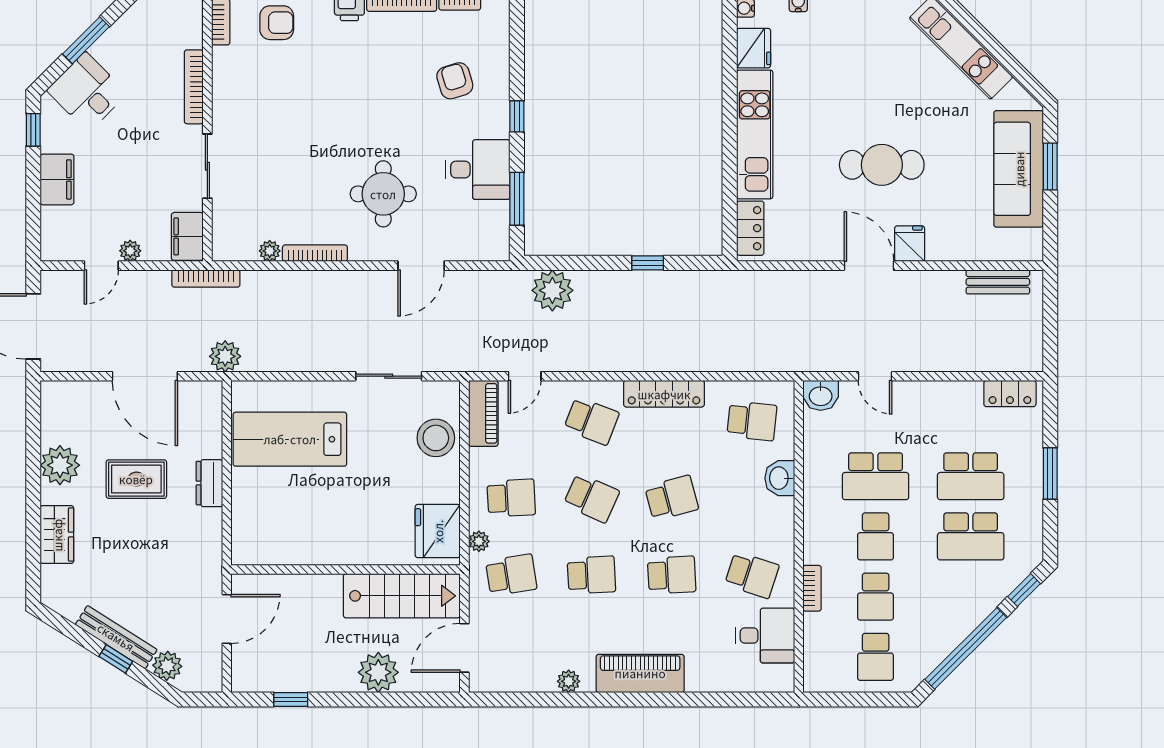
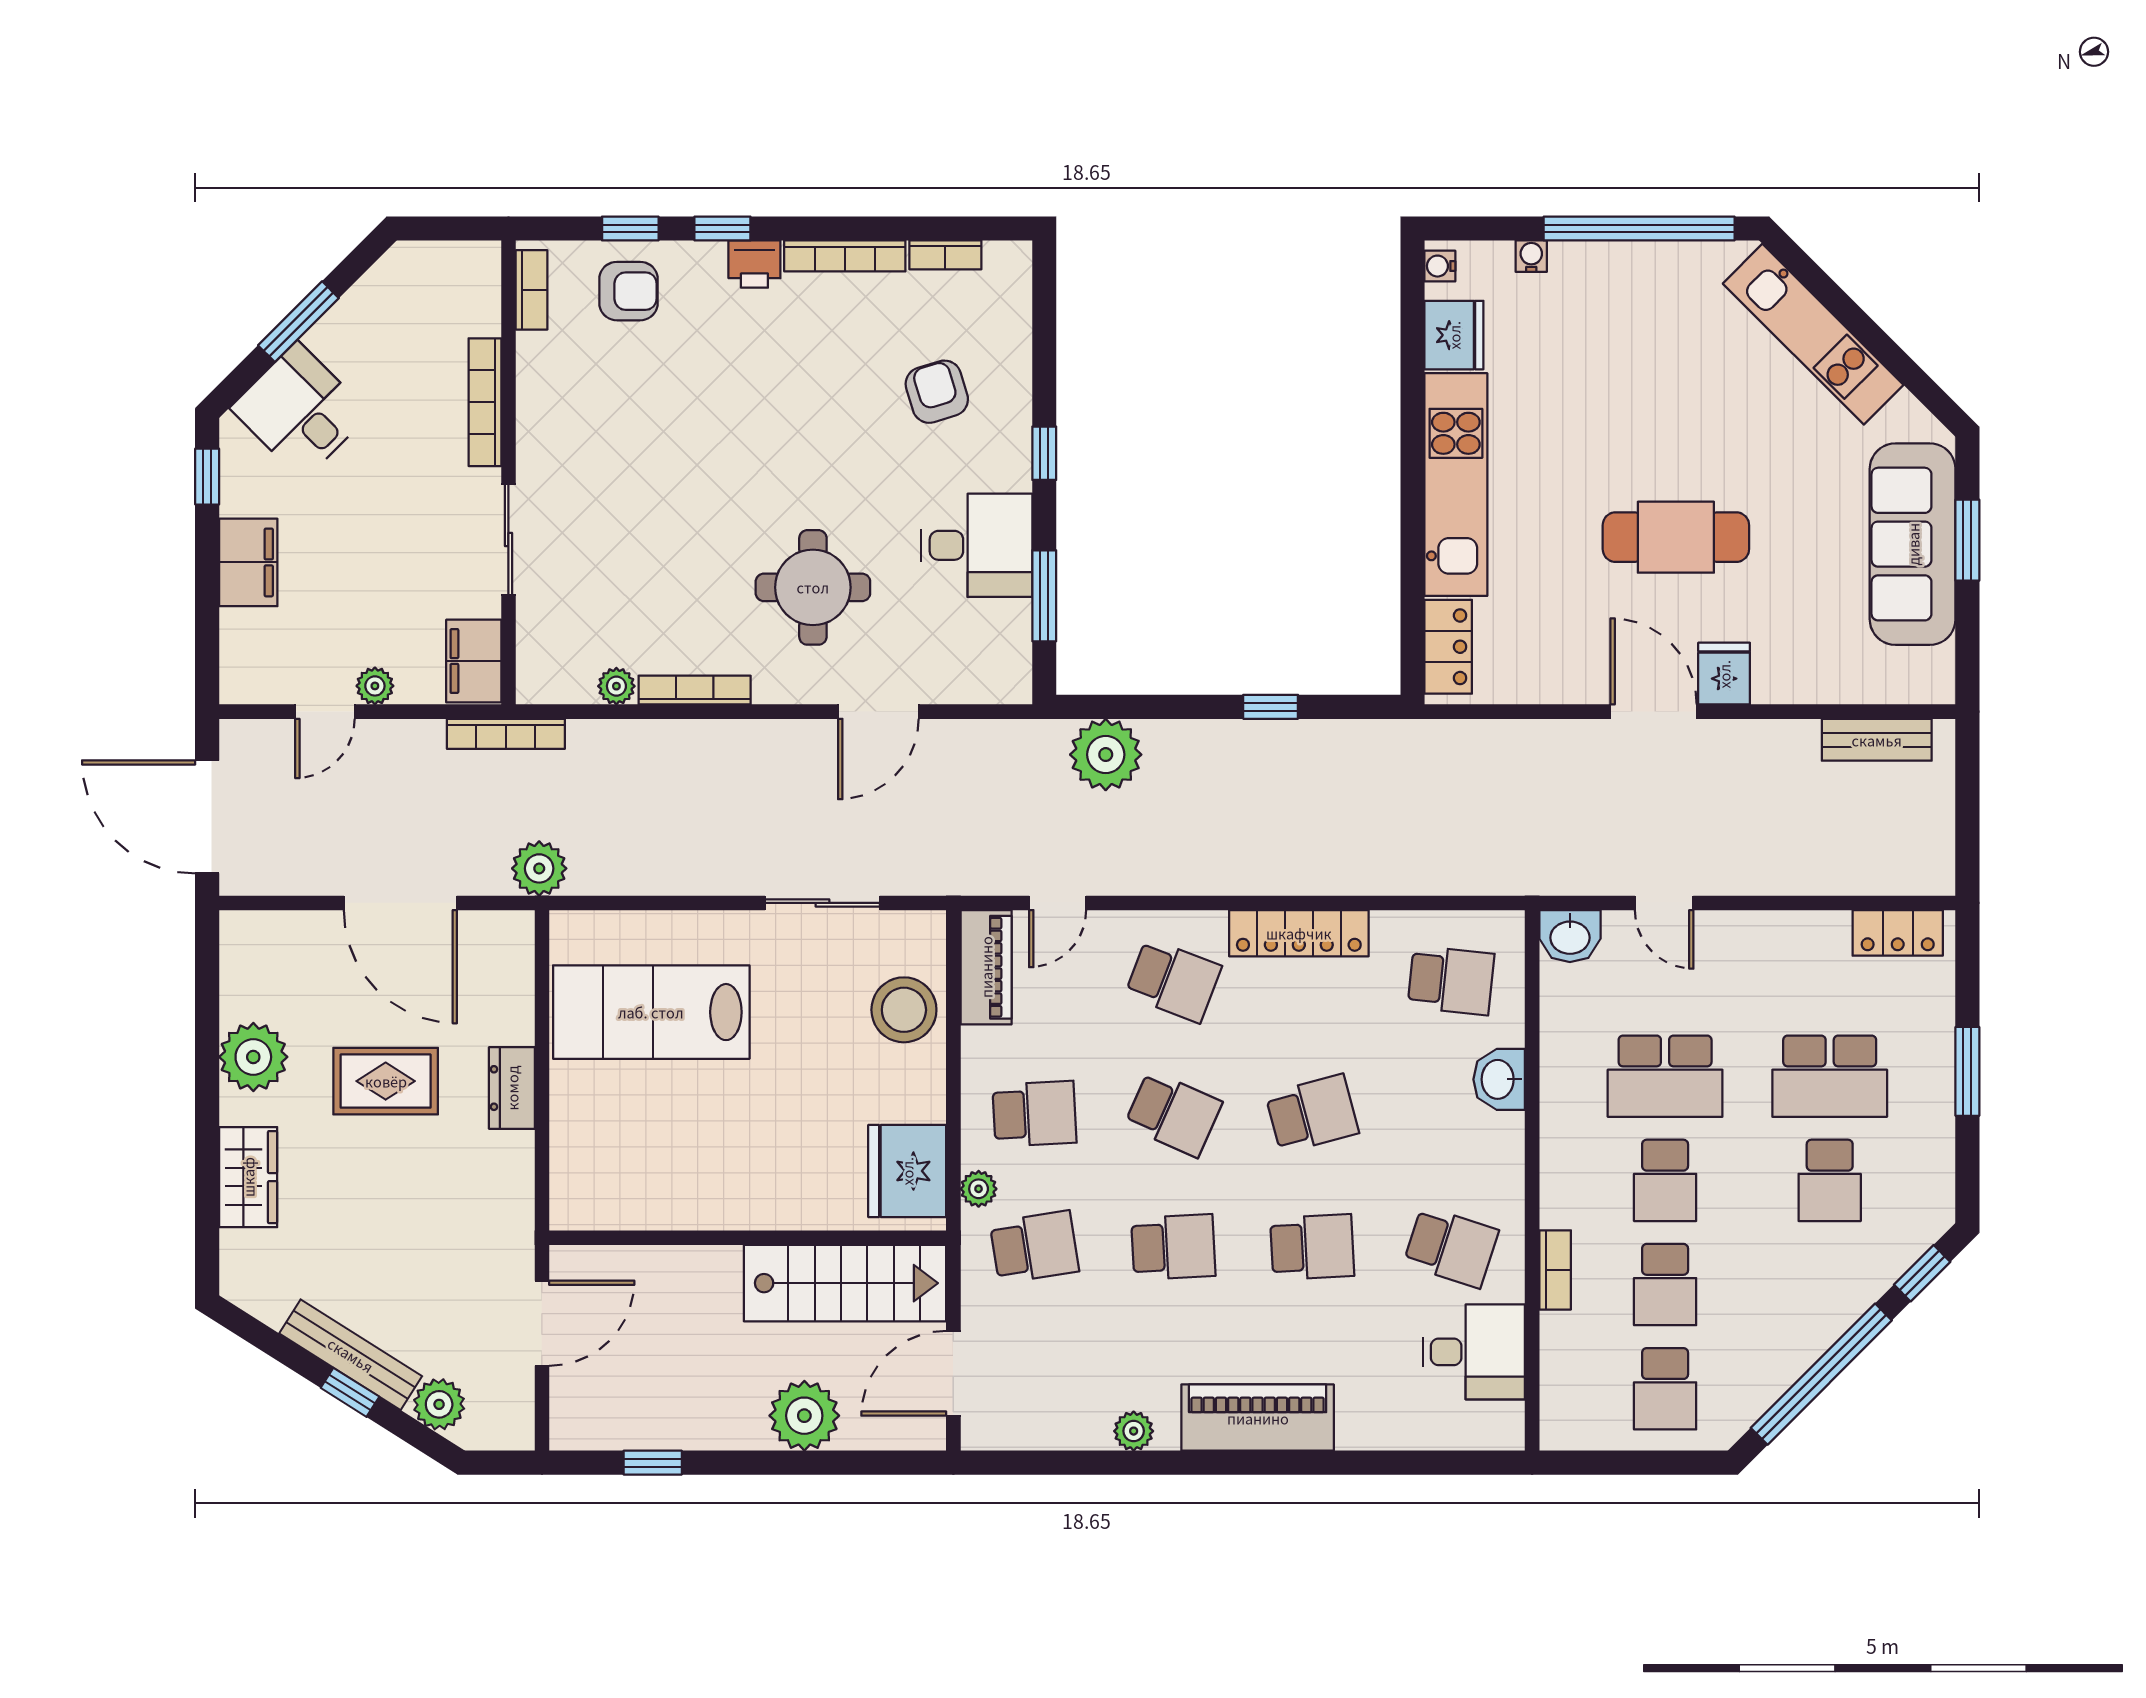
school desk: (971, 536) -> (1830, 1180), width x0.54

